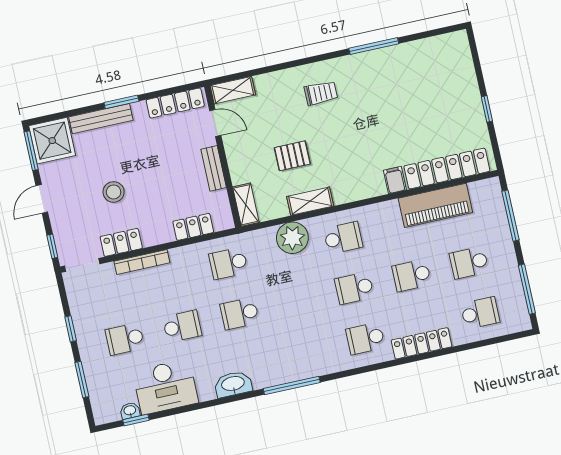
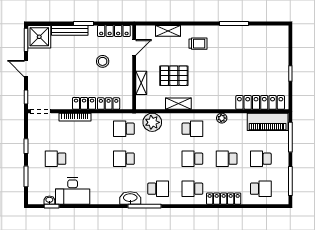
shelving: (233, 90) -> (168, 31), moved
door: (215, 123) -> (134, 47), hinge flipped
pallet: (292, 156) -> (174, 76), width x1.50, depth x1.42
bench: (214, 168) -> (127, 73), removed
filing cabinet: (395, 180) -> (229, 102), removed
stool: (114, 192) -> (103, 61), moved
door: (42, 199) -> (26, 69), hinge flipped
shelving: (246, 205) -> (141, 83), moved
piano: (435, 205) -> (268, 122), moved
plant: (388, 209) -> (222, 118), added
plant: (292, 238) -> (152, 122), moved
locker: (121, 242) -> (84, 103), moved
school desk: (182, 326) -> (158, 189), moved
washbasin: (233, 384) -> (130, 198), moved

